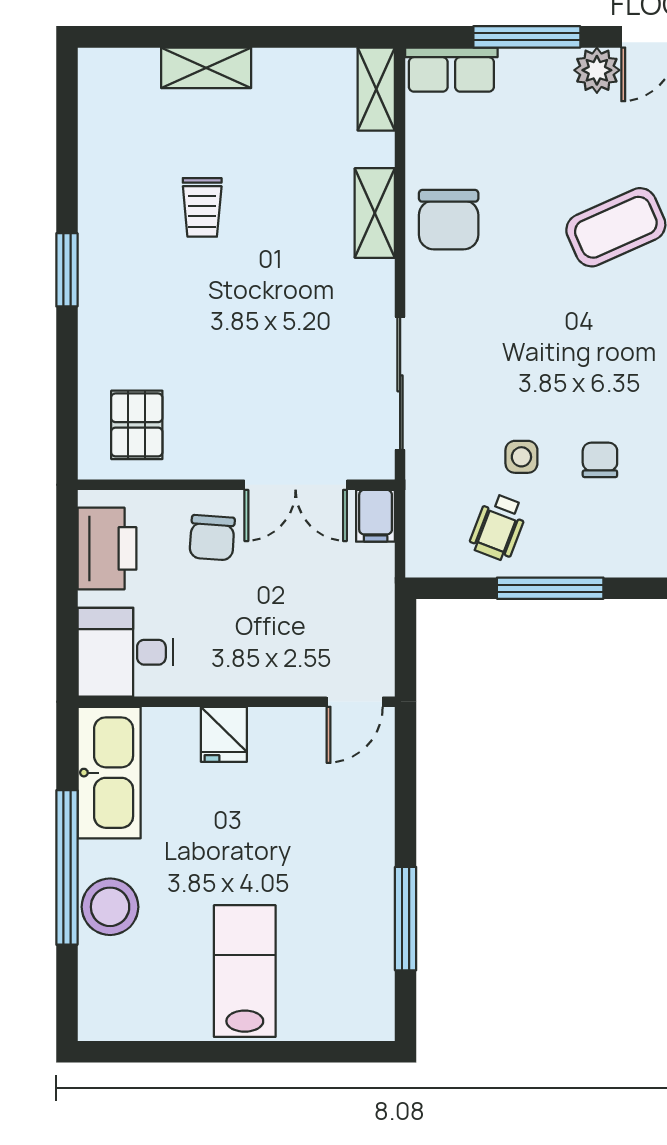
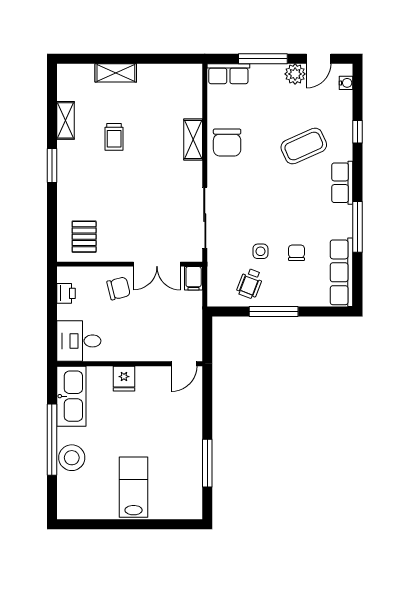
shelving: (376, 89) -> (65, 120), moved
chair: (212, 538) -> (119, 288), turned -108
printer: (107, 548) -> (66, 293), width x0.53, depth x0.68

